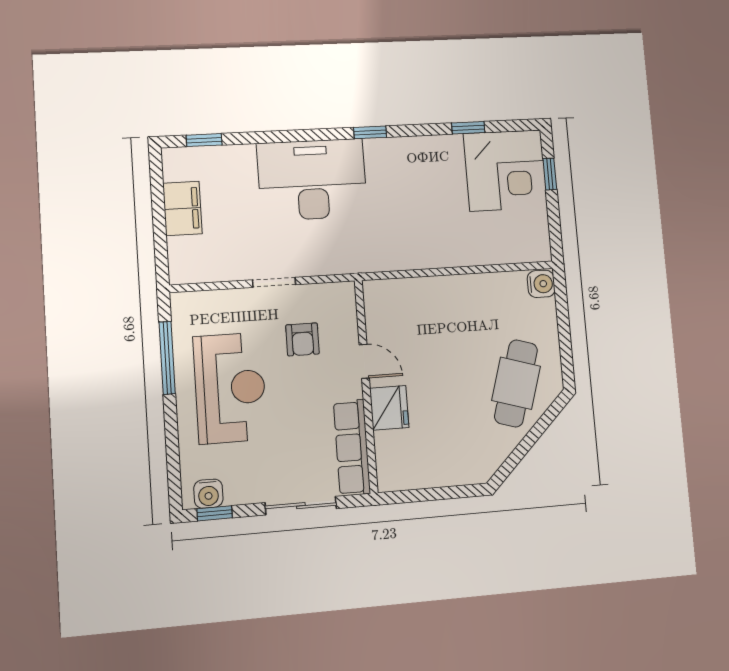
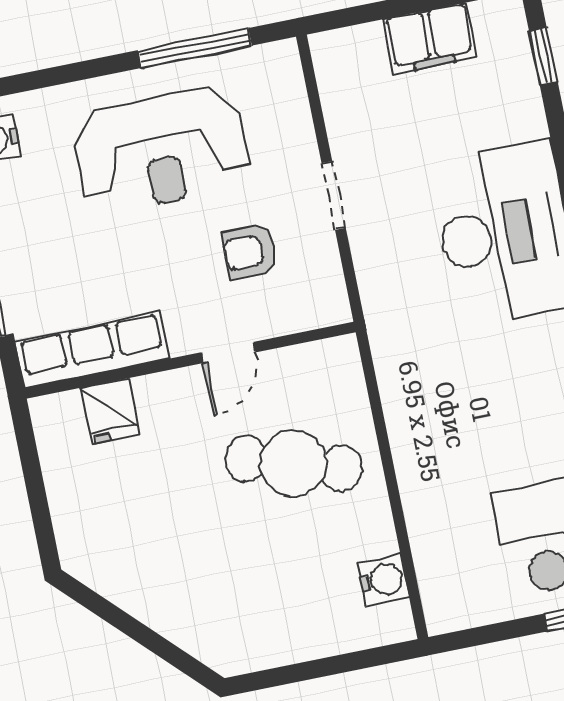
water cooler: (541, 284) -> (383, 580), moved, turned -90
cafe table: (516, 383) -> (294, 464), moved
fridge: (389, 408) -> (110, 411), moved, width x0.72

